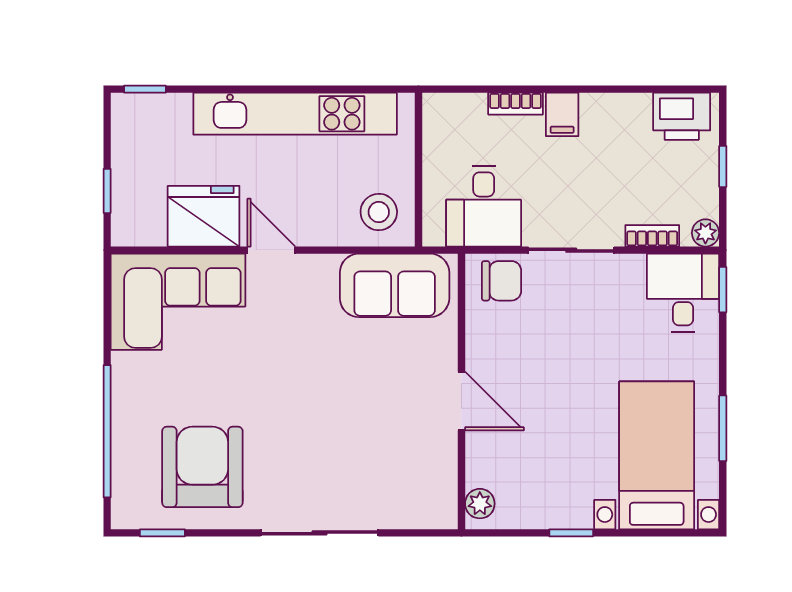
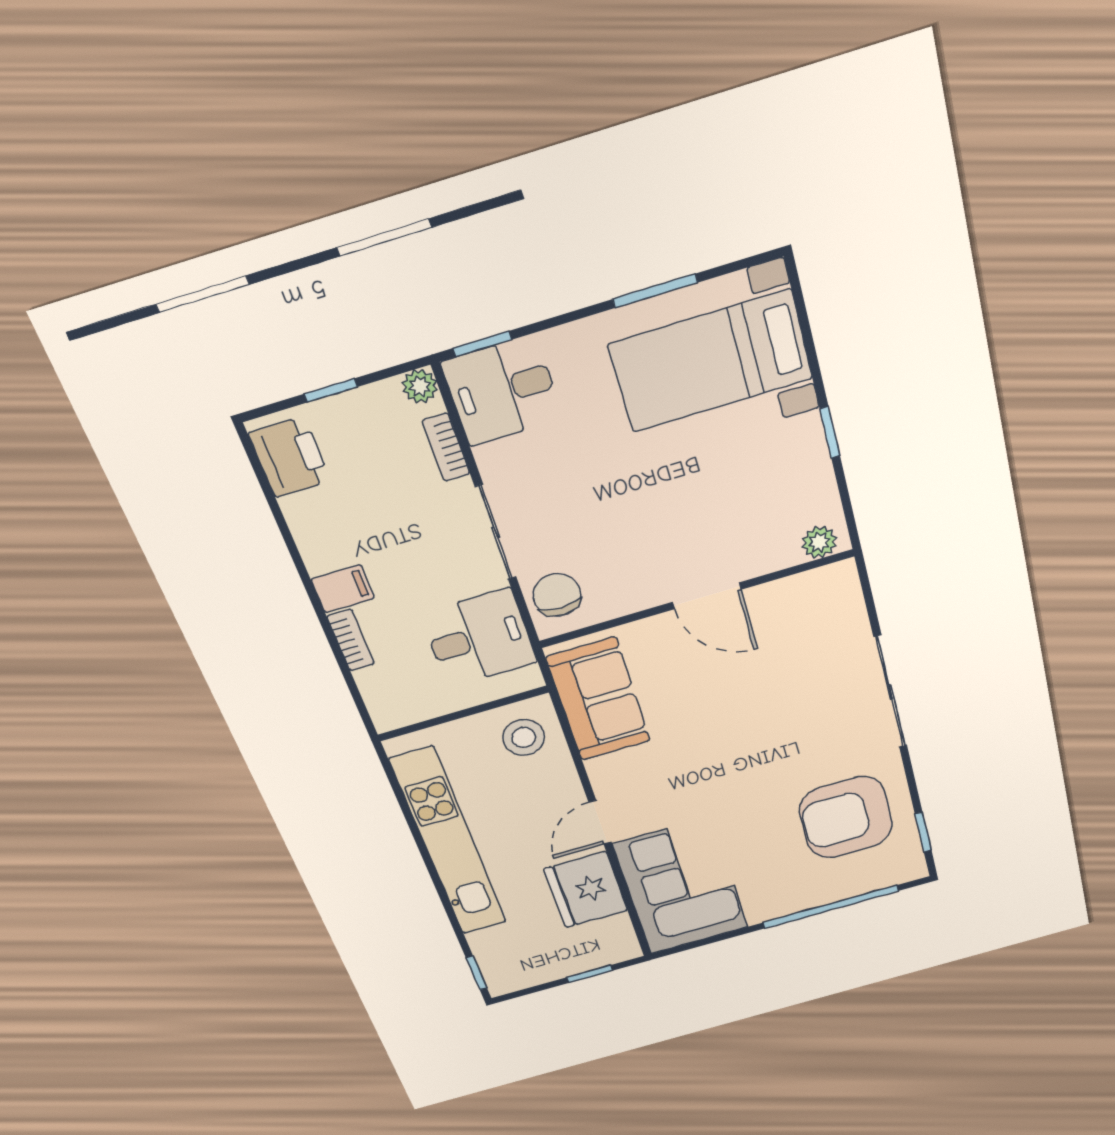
door: (461, 401) -> (707, 596), swing flipped

